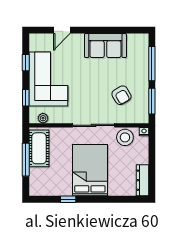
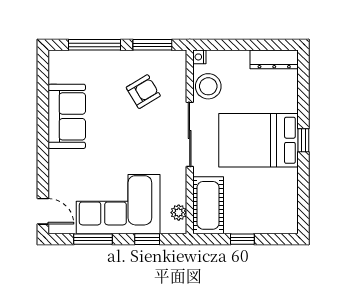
door: (62, 30) -> (43, 211), moved
window: (26, 63) -> (93, 239), width x1.50
cot: (39, 148) -> (208, 205), moved, turned 90
window: (26, 160) -> (242, 239), width x0.46
window: (68, 199) -> (303, 140), moved

